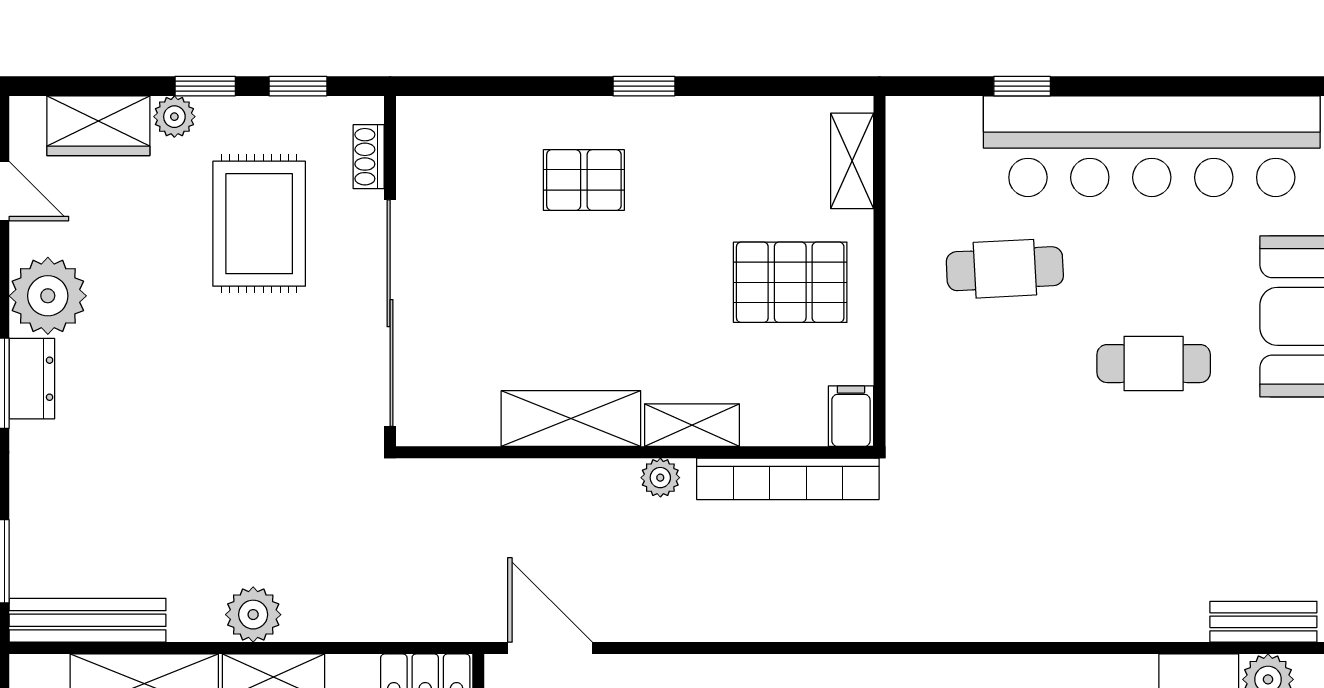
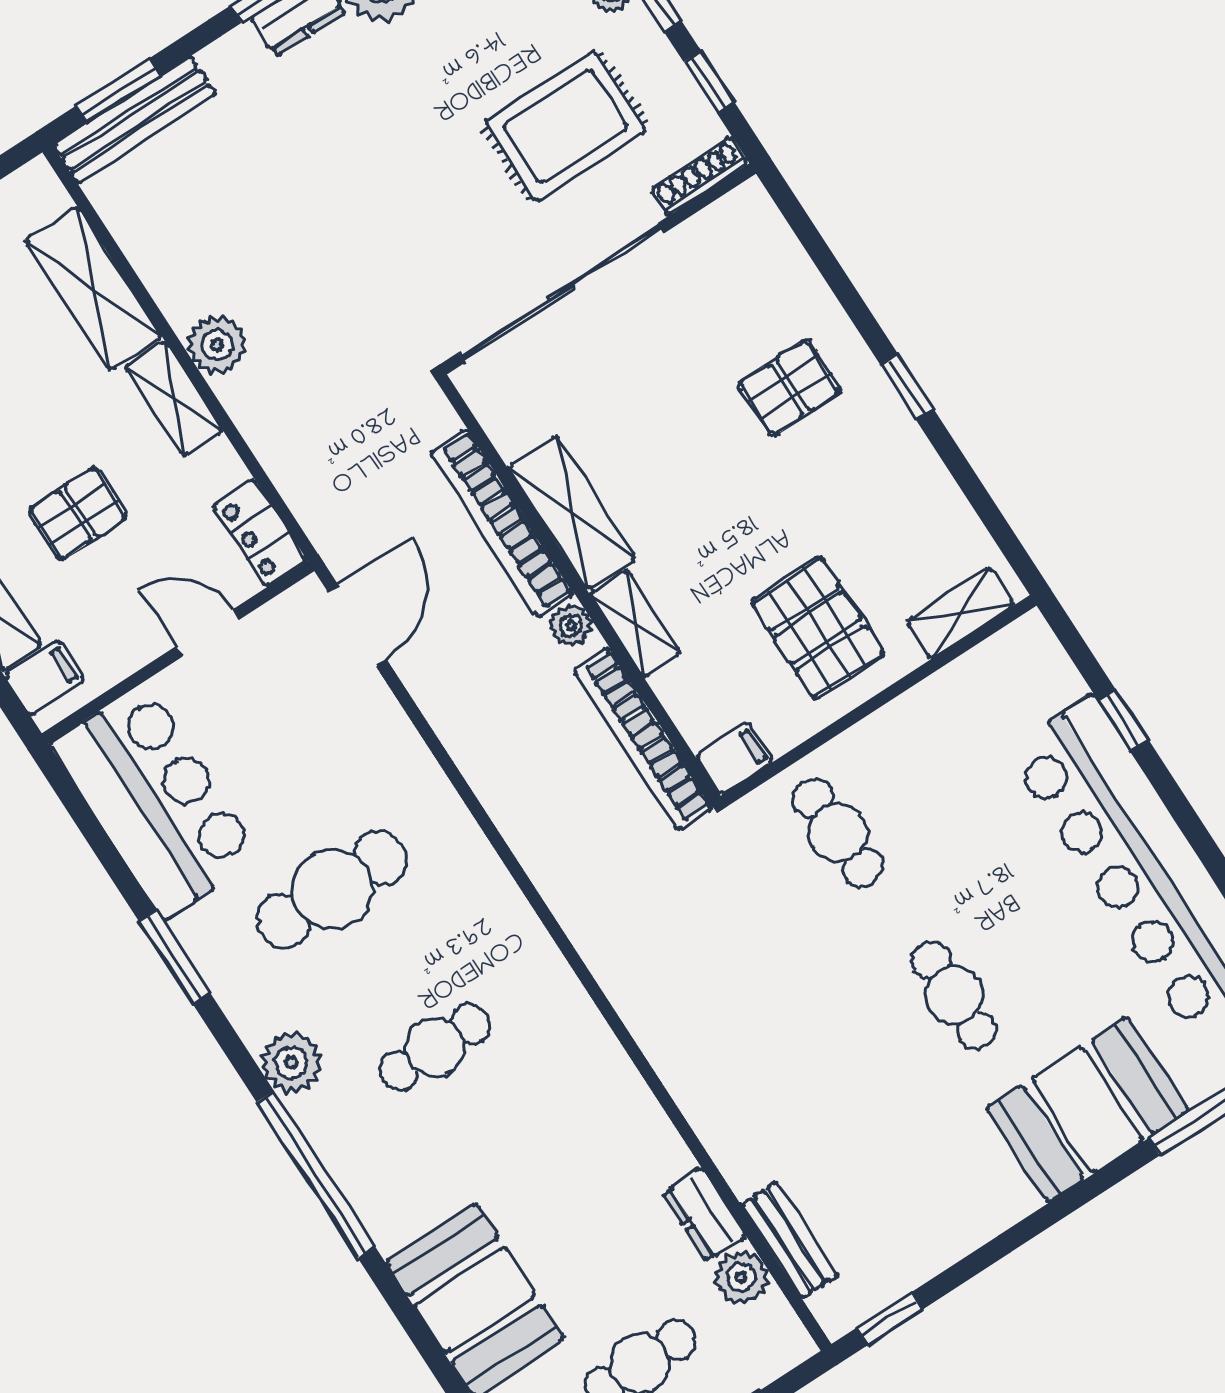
shoe rack: (369, 157) -> (699, 177), width x1.43
pallet: (584, 180) -> (790, 388), turned 90
cafe table: (1005, 269) -> (838, 833), moved
bookcase: (543, 479) -> (502, 523), added
bench: (88, 620) -> (134, 120), moved, turned 90

